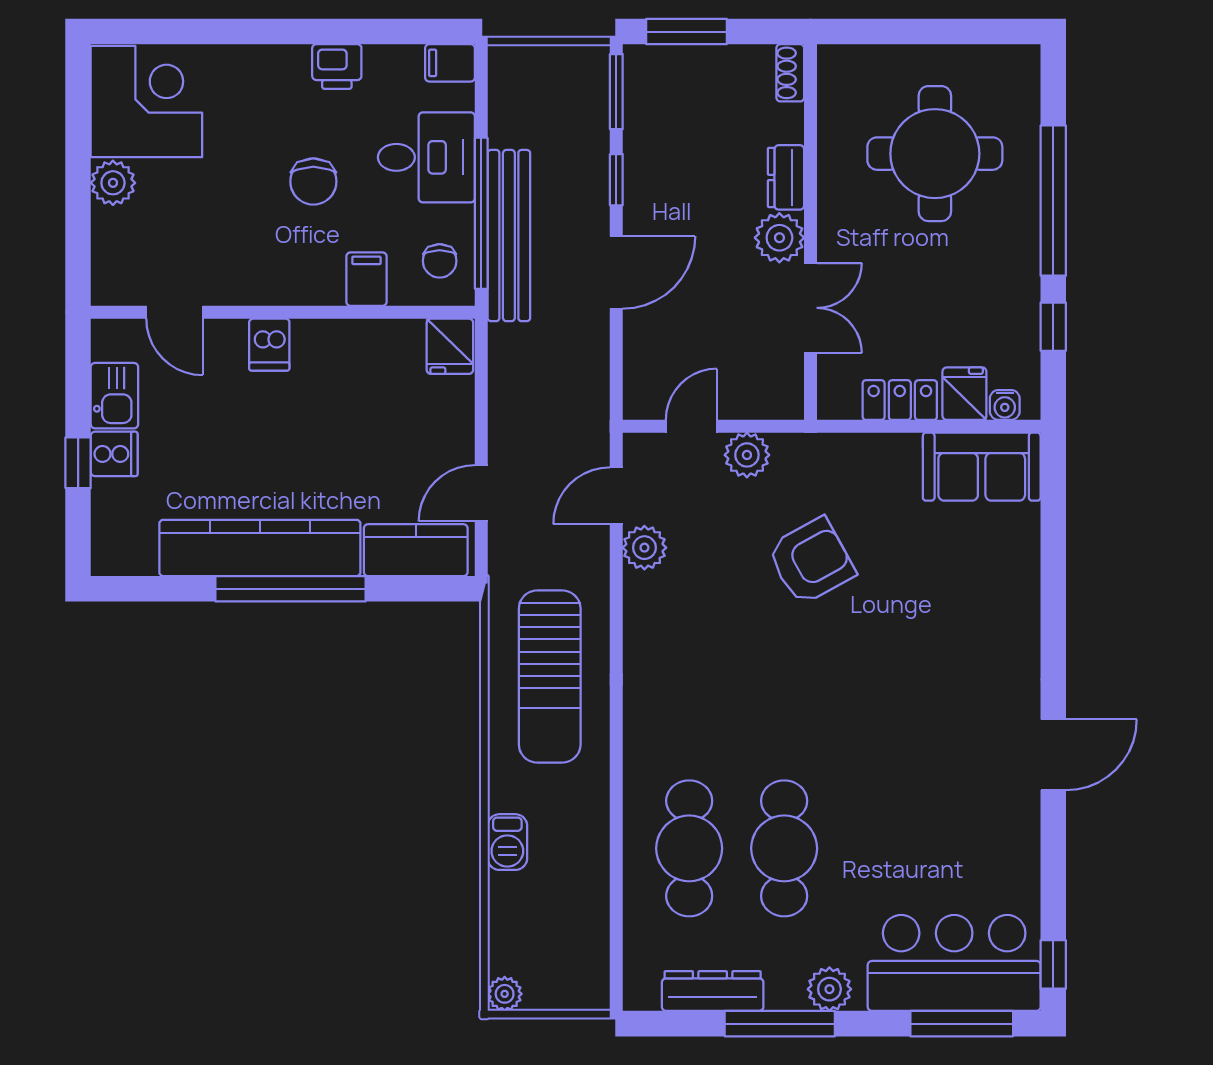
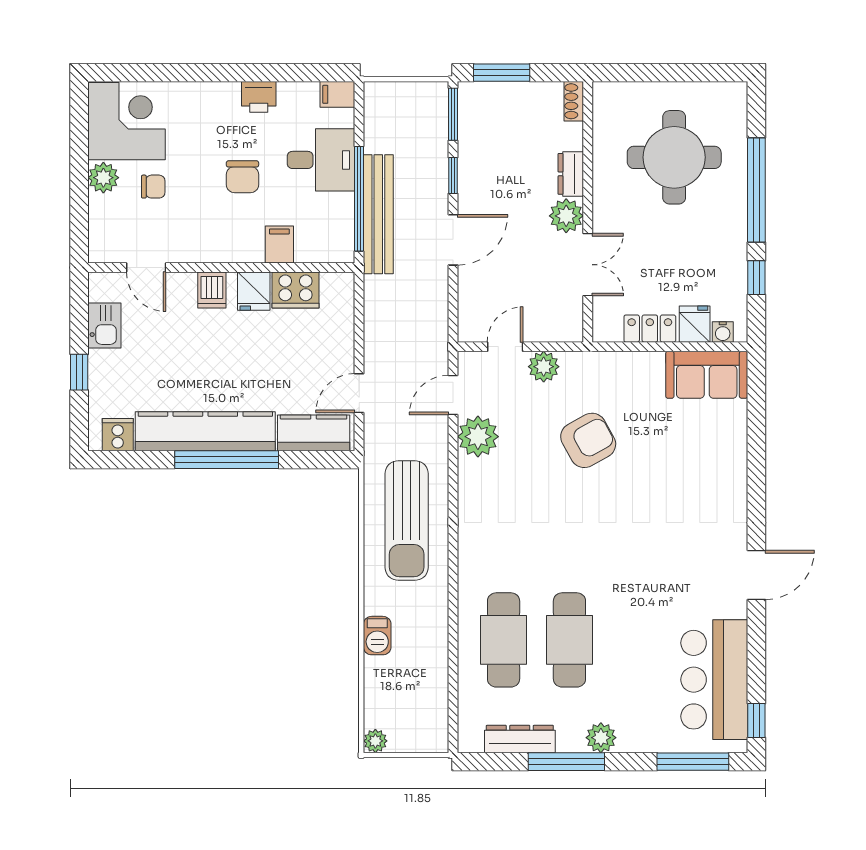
chair: (440, 261) -> (153, 187), moved, turned -90
cooker: (390, 345) -> (296, 290), added
fridge: (450, 346) -> (254, 291), moved
cooker: (114, 454) -> (118, 435), moved, turned -90
plant: (644, 548) -> (478, 437), width x1.36, depth x1.36
bar counter: (954, 963) -> (714, 680), moved, turned -90

